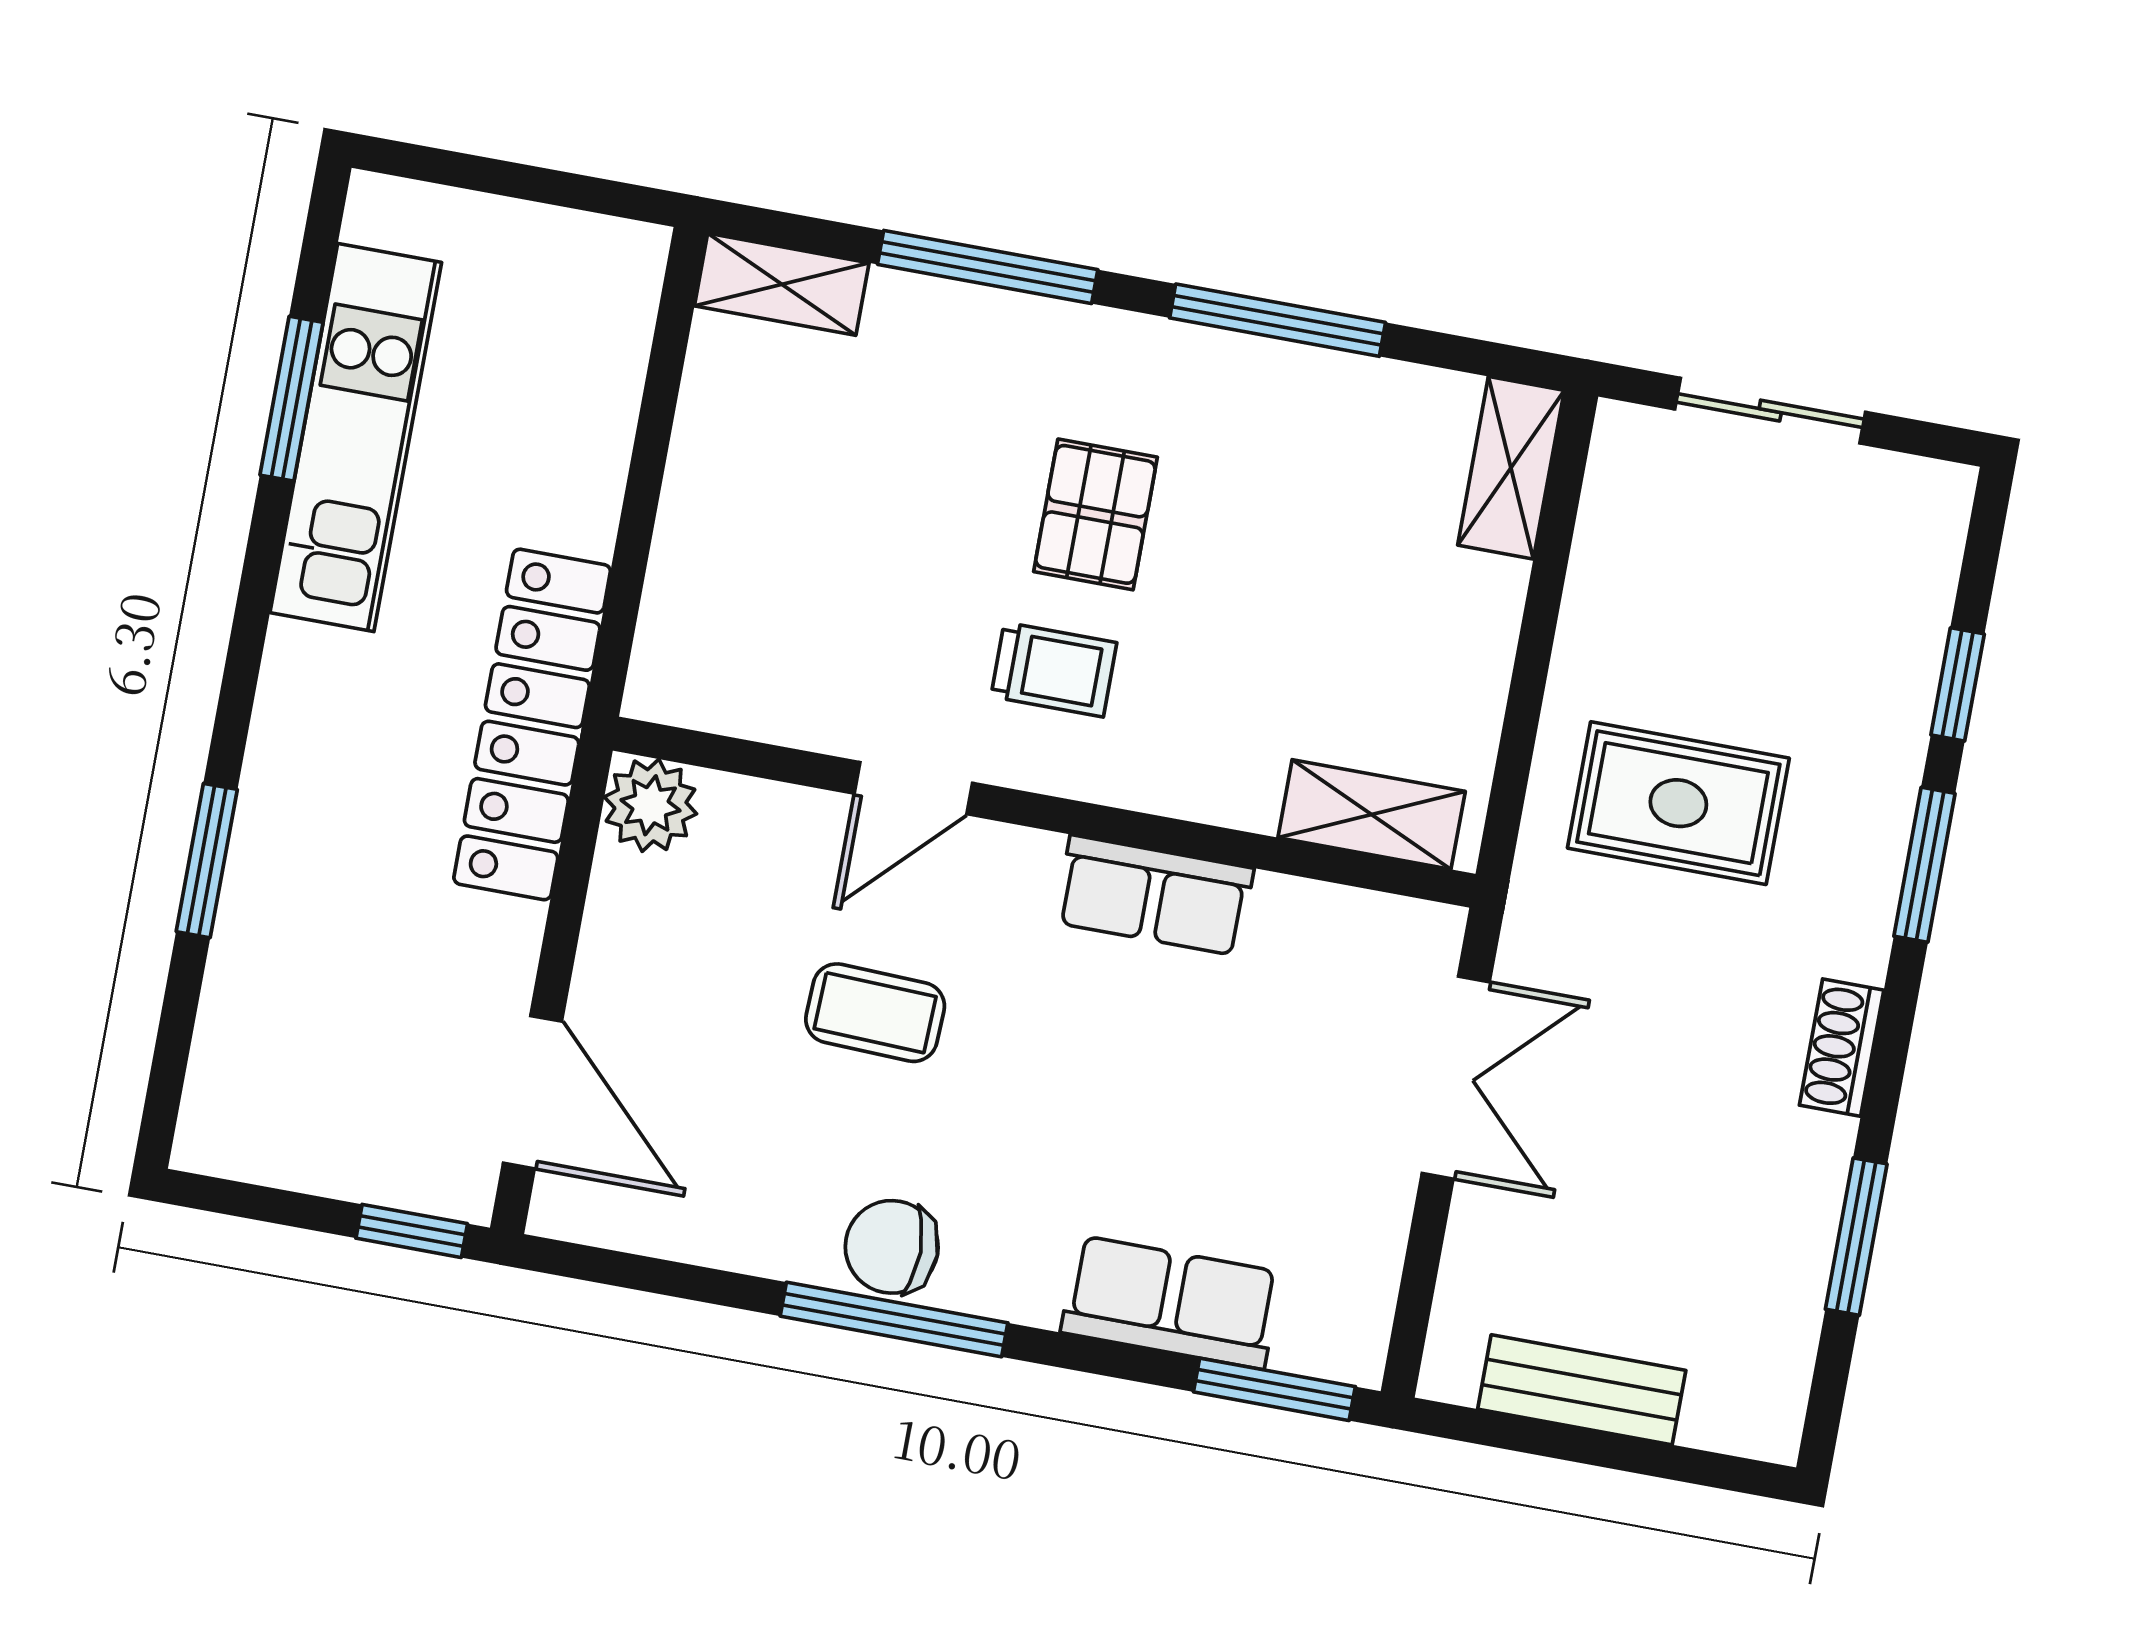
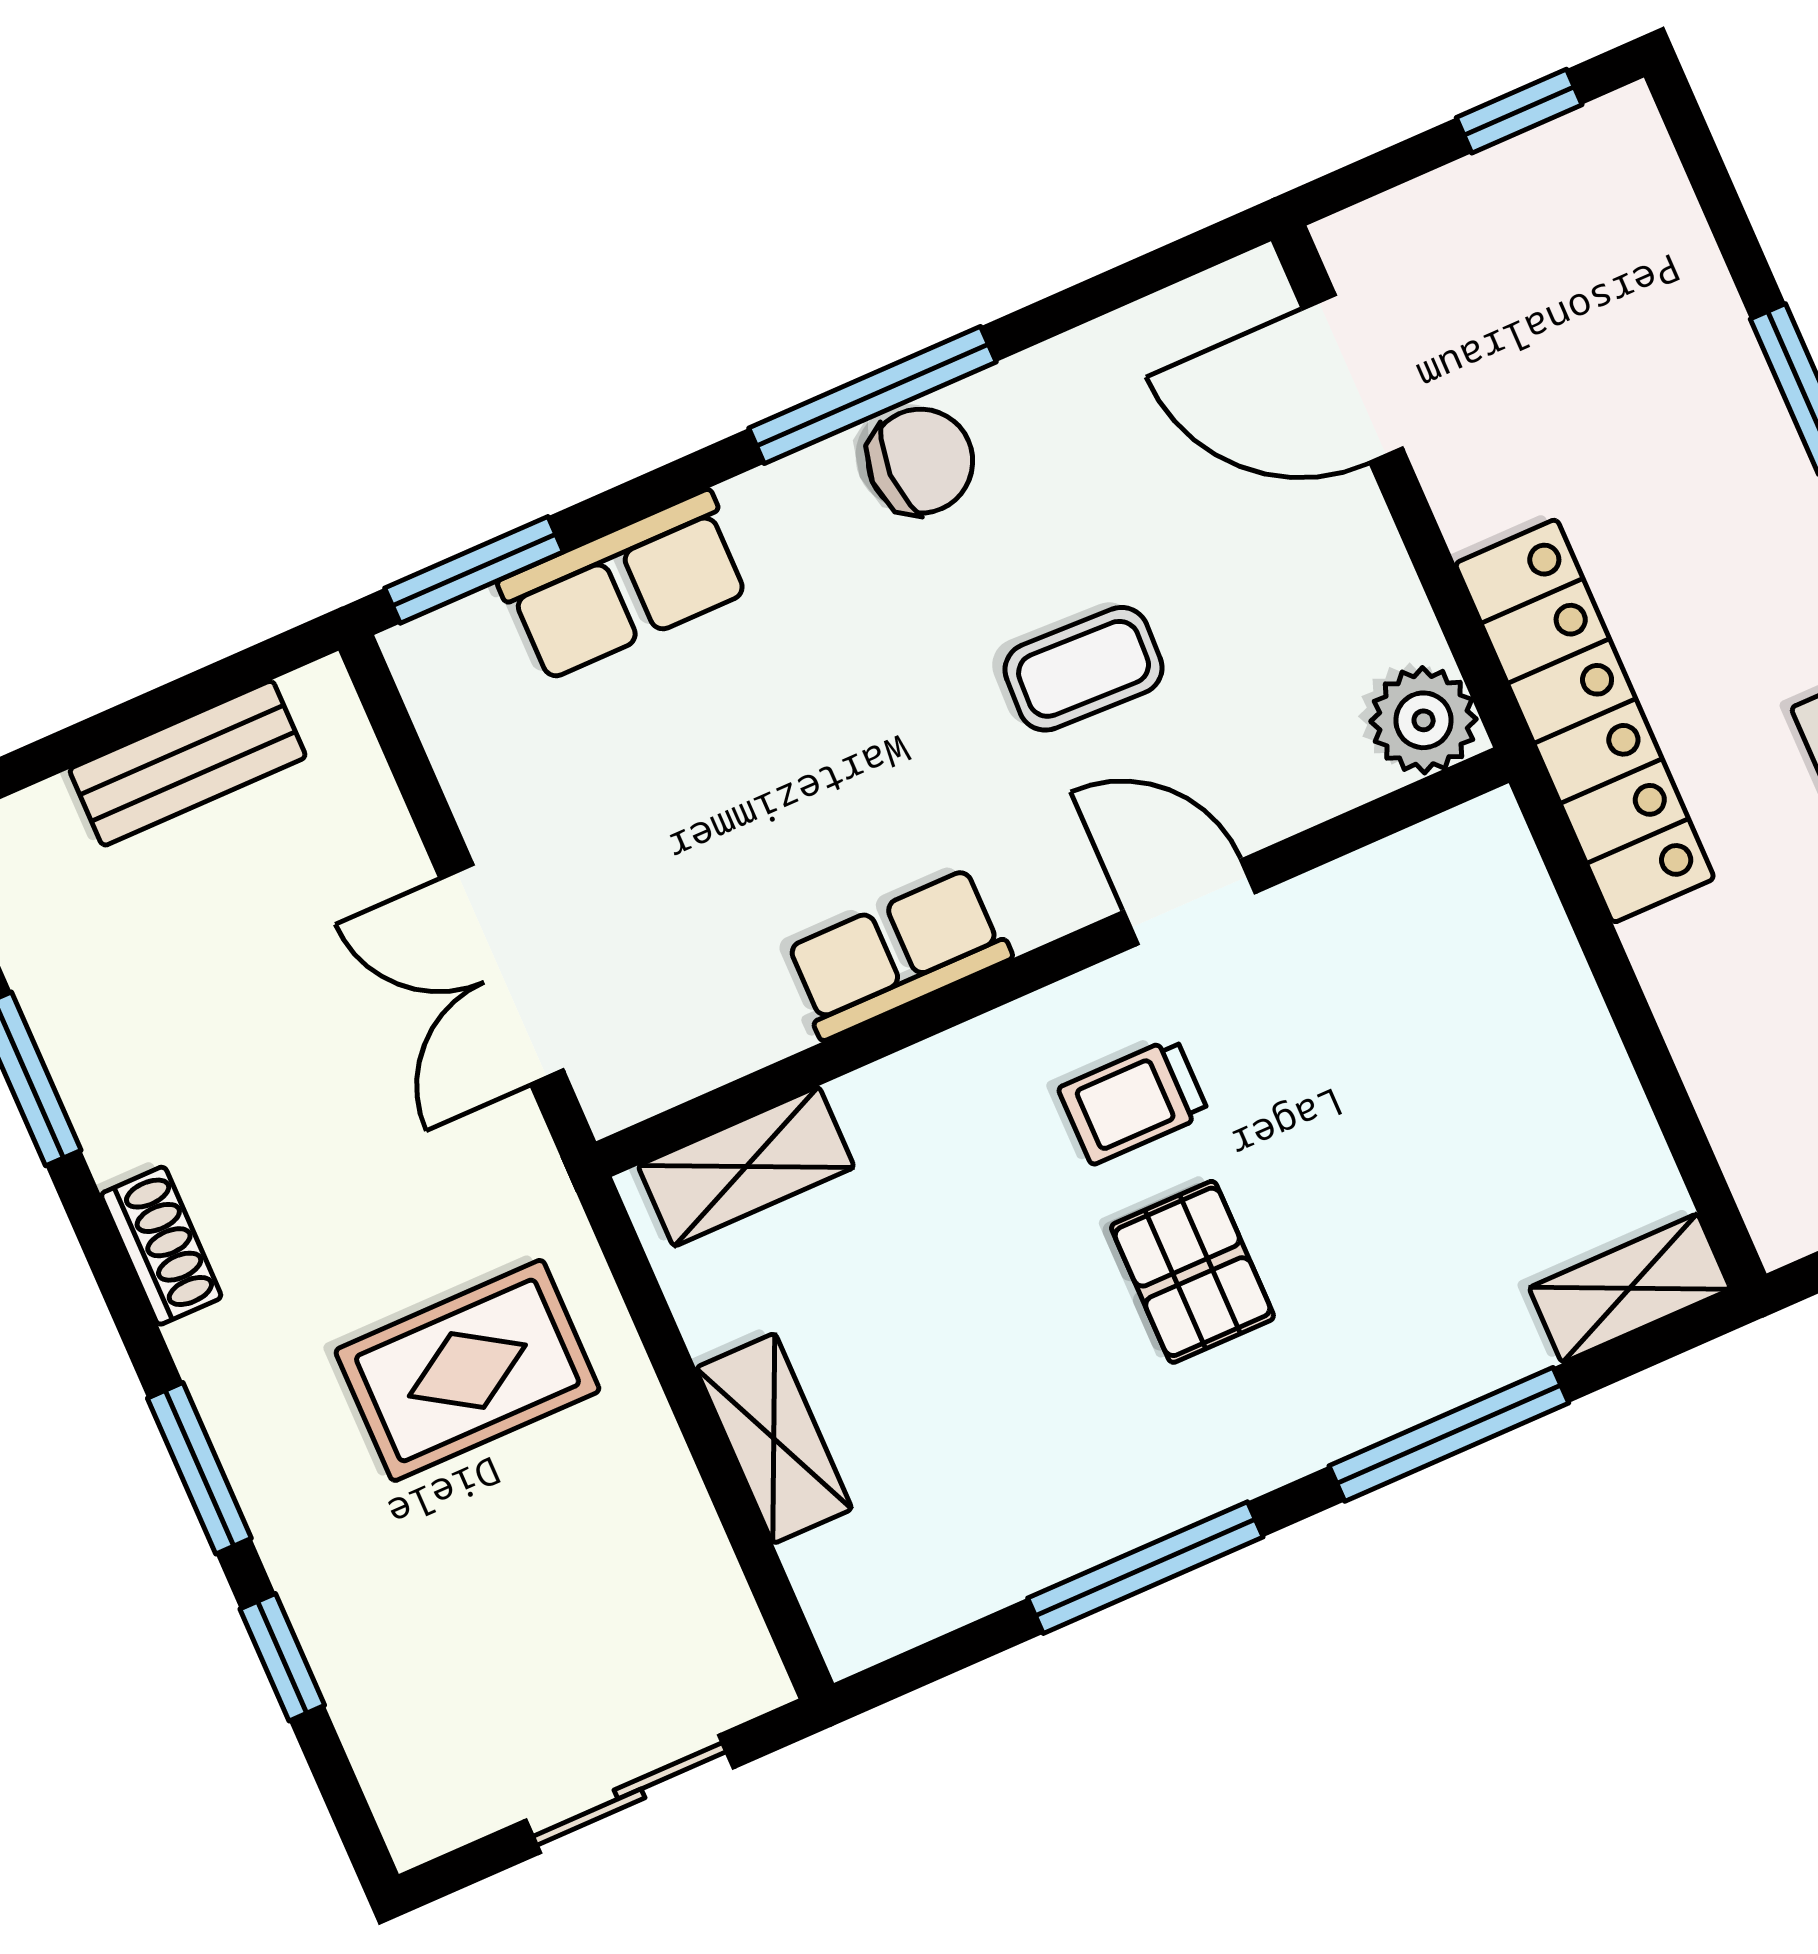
shelving: (1511, 468) -> (774, 1438), moved
door: (913, 788) -> (1189, 902), hinge flipped
window: (412, 1231) -> (1519, 111), moved

